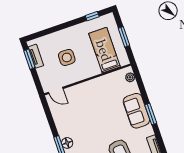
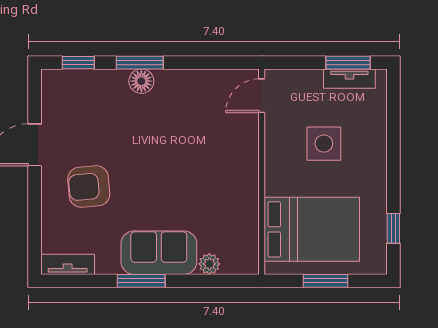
bed: (104, 50) -> (312, 229), width x1.50
plant: (130, 77) -> (209, 264), moved

